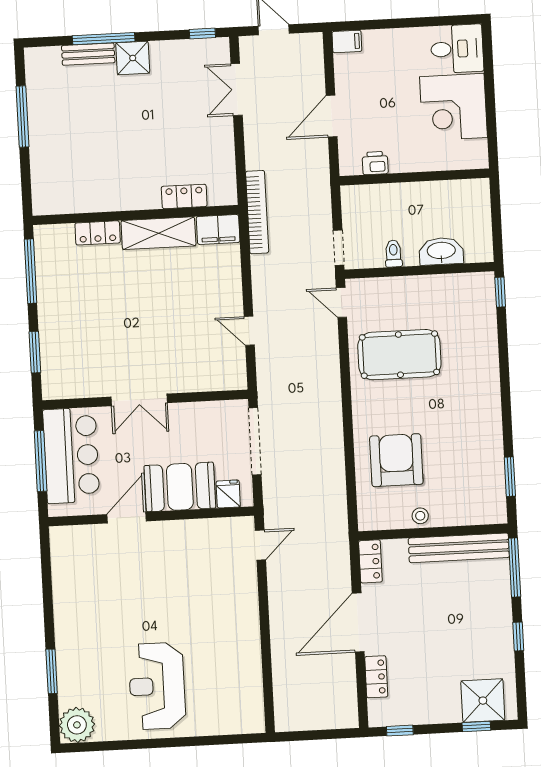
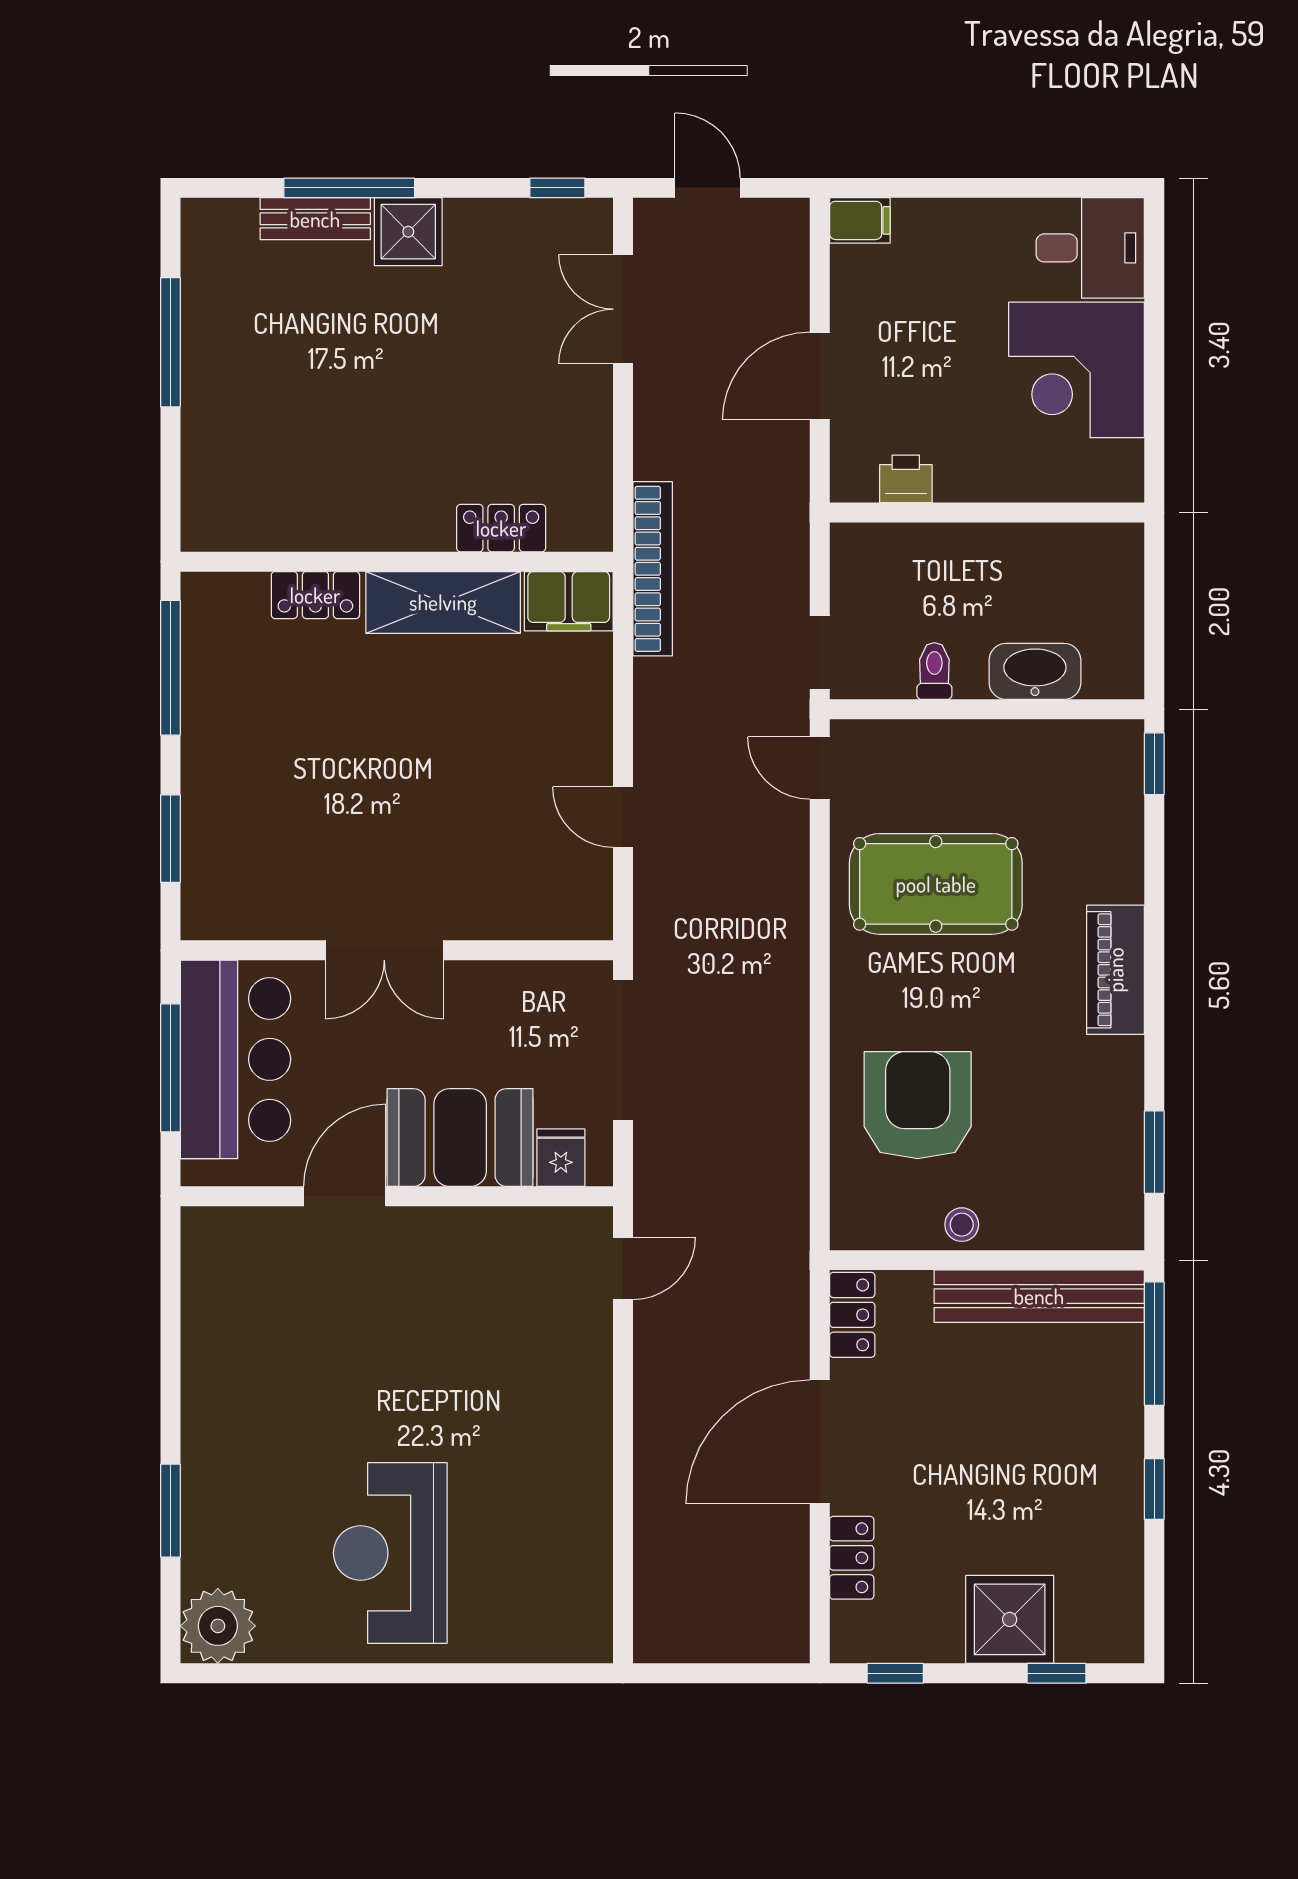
piano: (487, 391) -> (1115, 970), added
shower: (483, 701) -> (1010, 1619), moved

